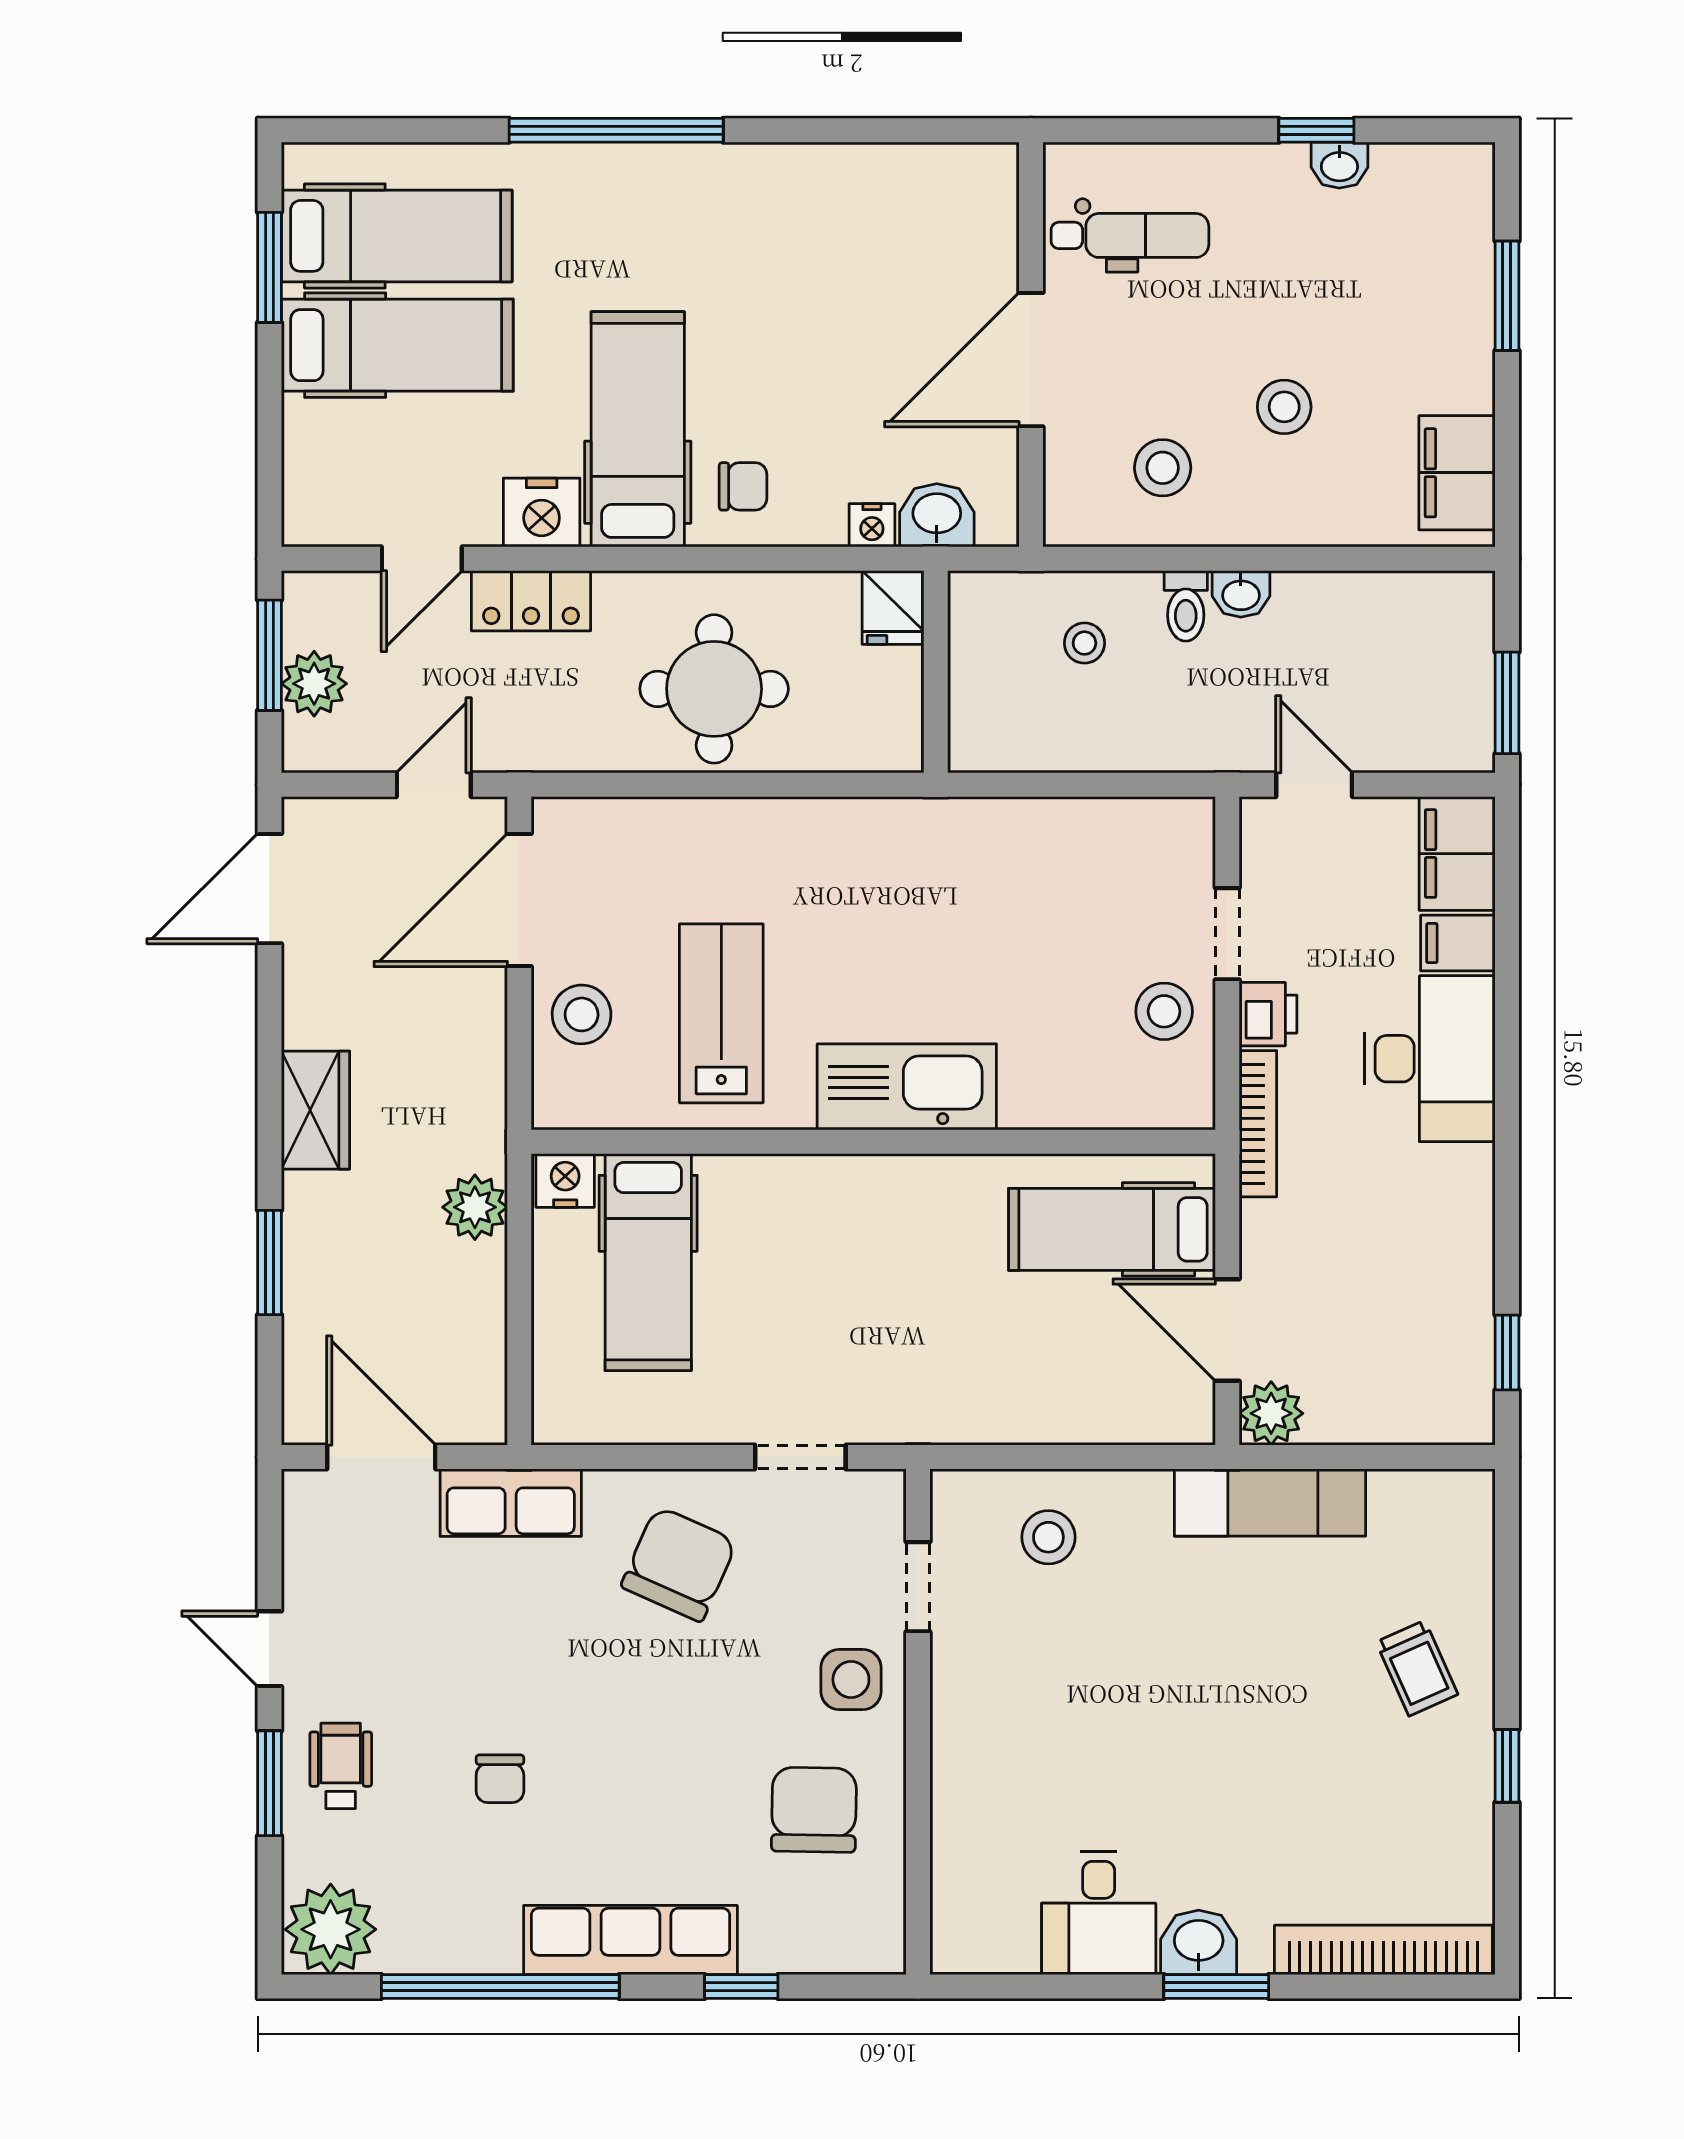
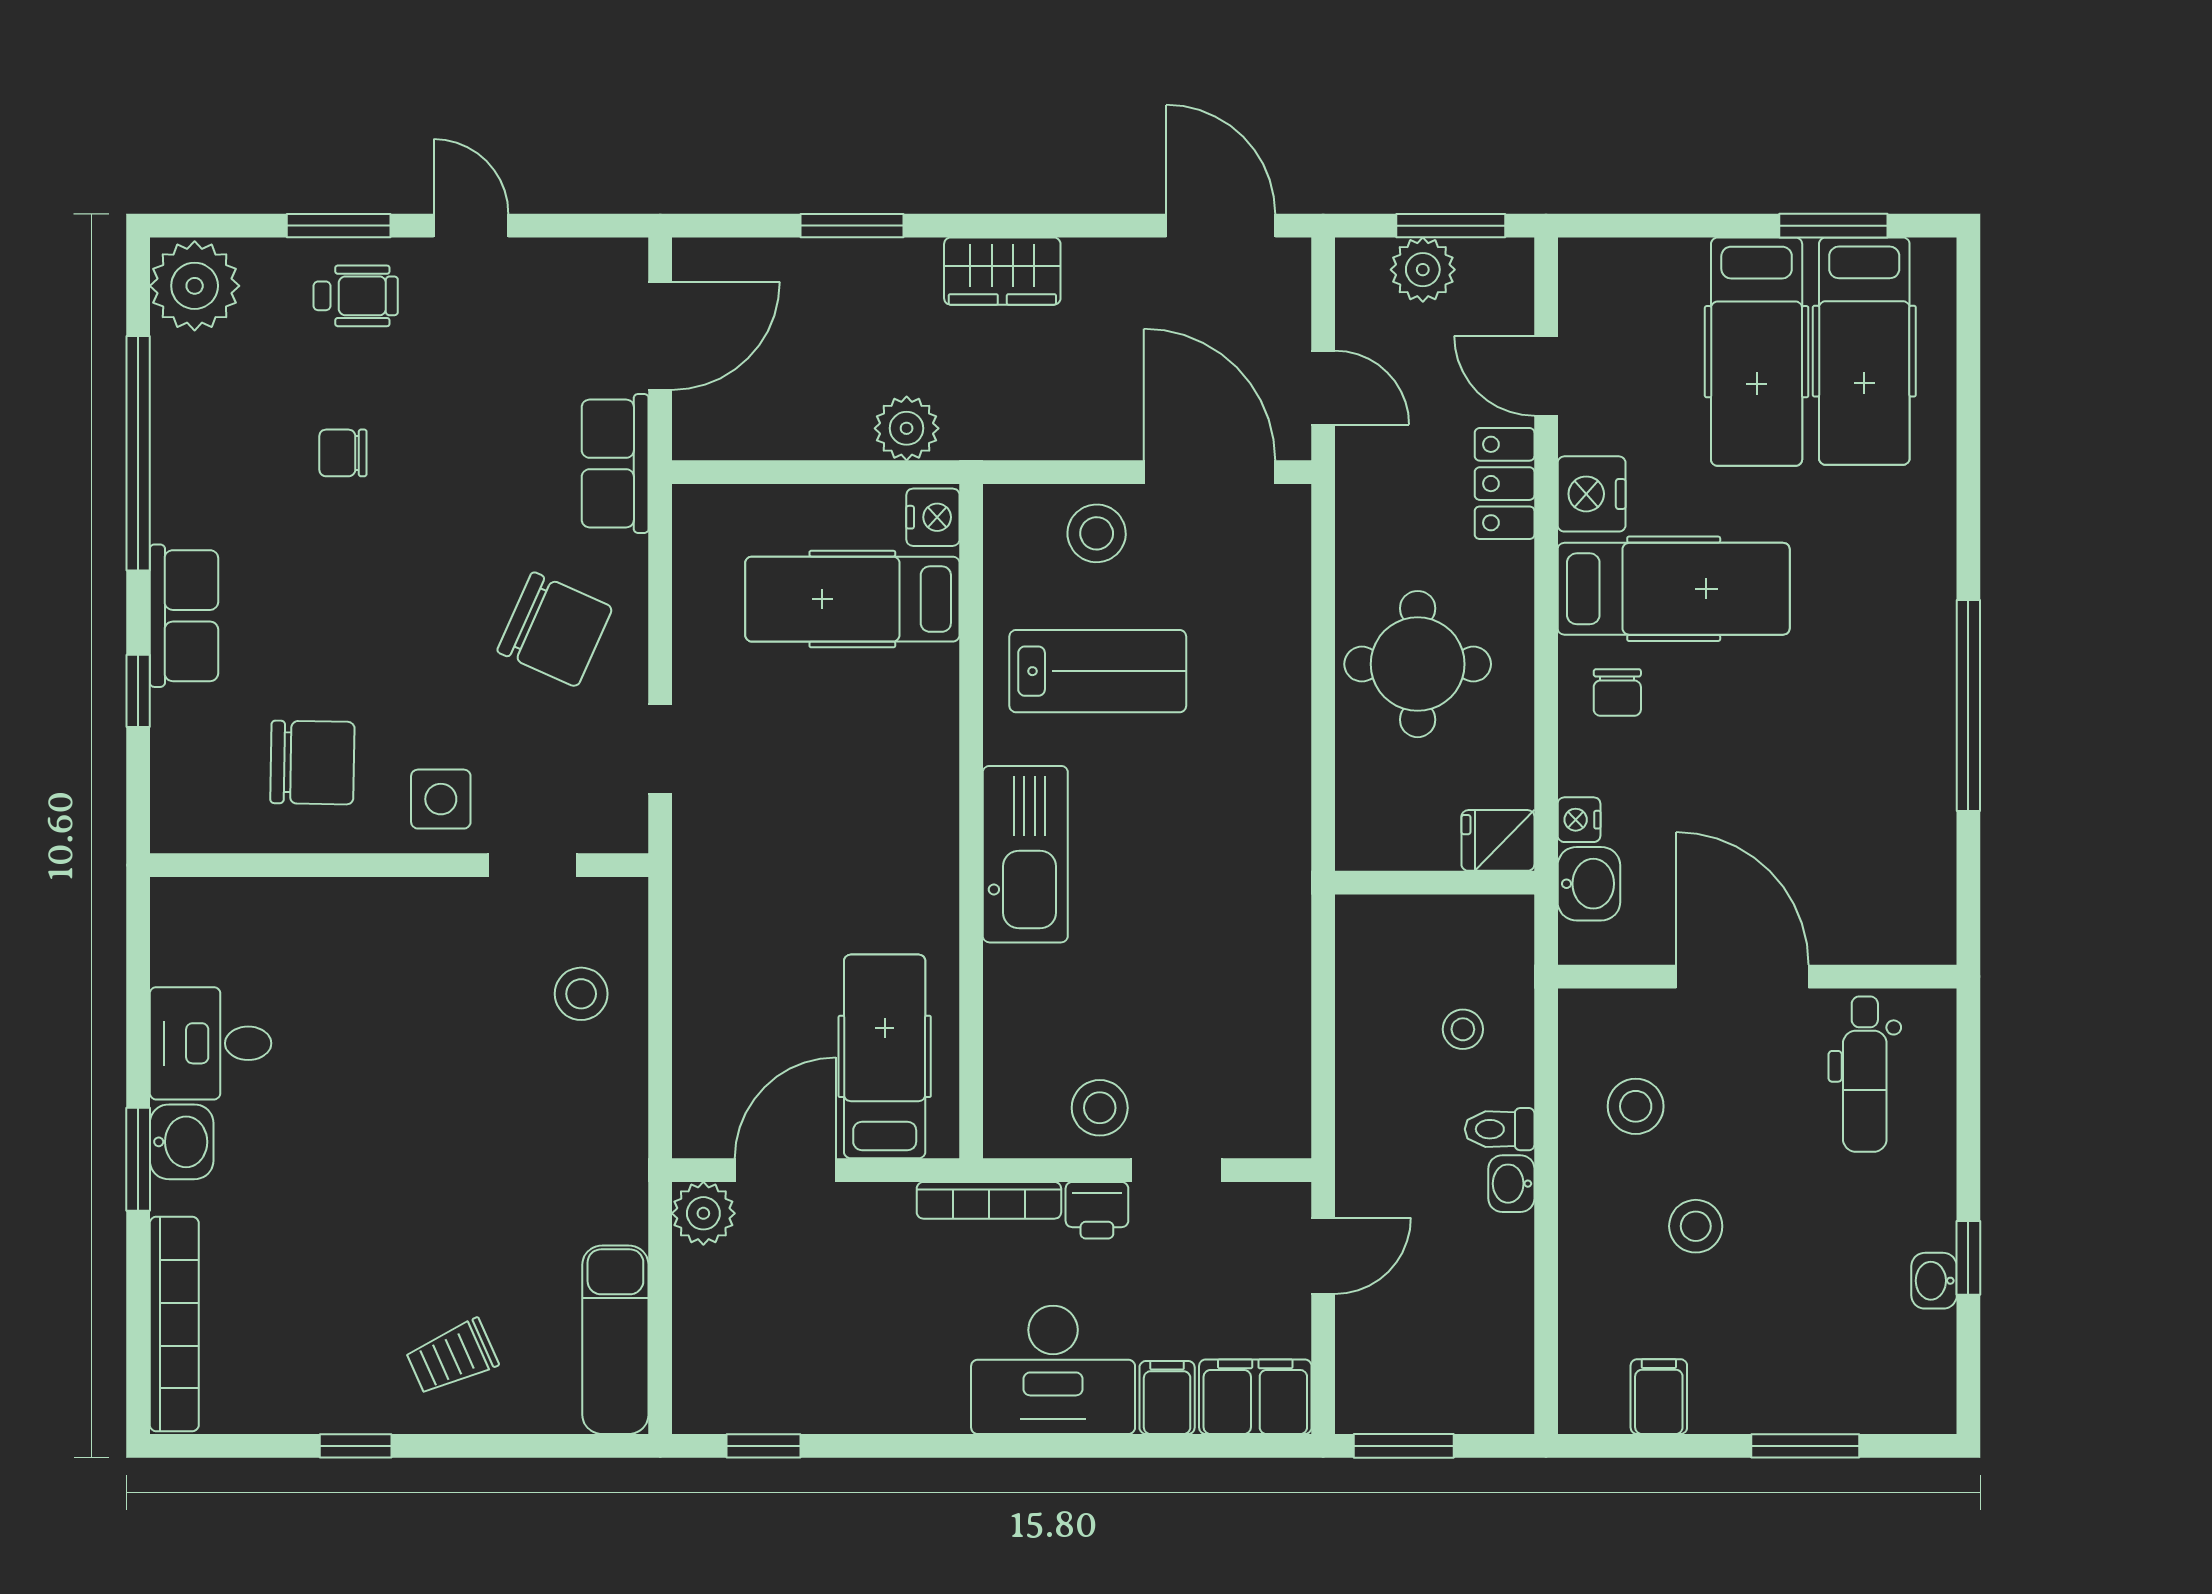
window: (616, 130) -> (1968, 706), moved
filing cabinet: (1457, 473) -> (1659, 1397), width x0.50
exam couch: (1270, 1502) -> (615, 1340), moved
door: (269, 1649) -> (471, 226), hinge flipped
row of seats: (630, 1940) -> (184, 616), width x0.68

